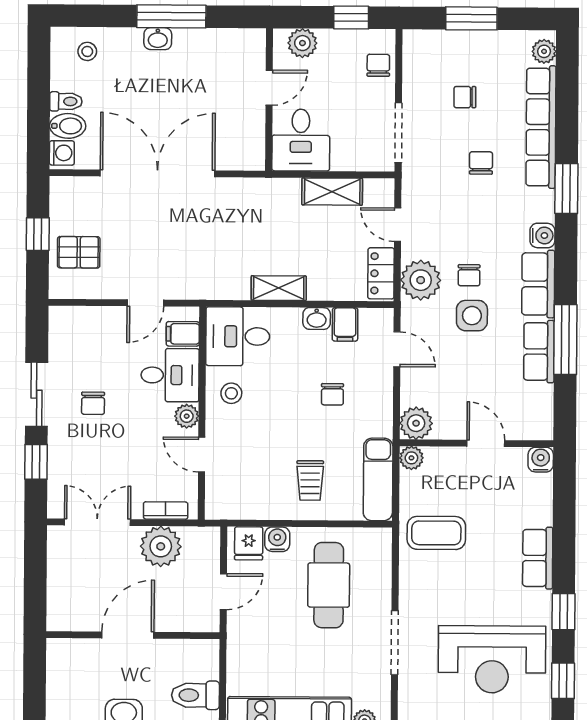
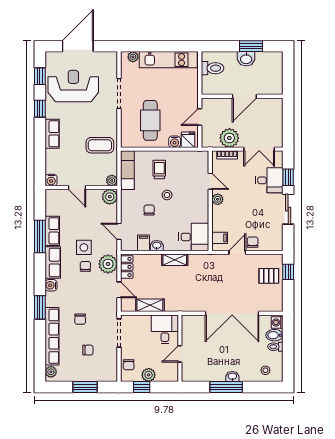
plant: (302, 43) -> (149, 375), moved
window: (38, 234) -> (288, 272), moved
desk: (170, 375) -> (269, 180), moved, turned 180
stool: (231, 393) -> (167, 195), moved
chair: (93, 403) -> (253, 242), moved

